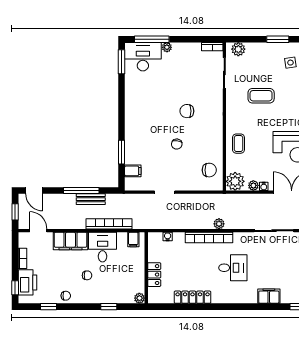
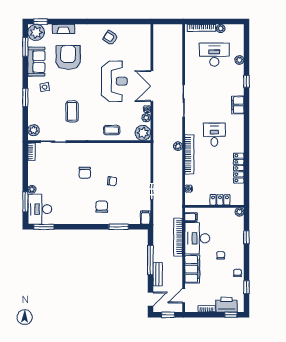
window: (152, 39) -> (25, 202), width x0.69
chair: (209, 170) -> (102, 207), moved
filing cabinet: (133, 171) -> (146, 218), moved
bench: (91, 199) -> (158, 274), moved
desk: (103, 247) -> (197, 238), width x1.37

